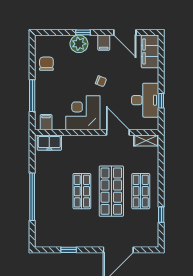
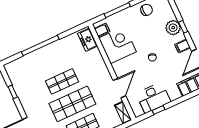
corner desk: (83, 113) -> (118, 45), moved

